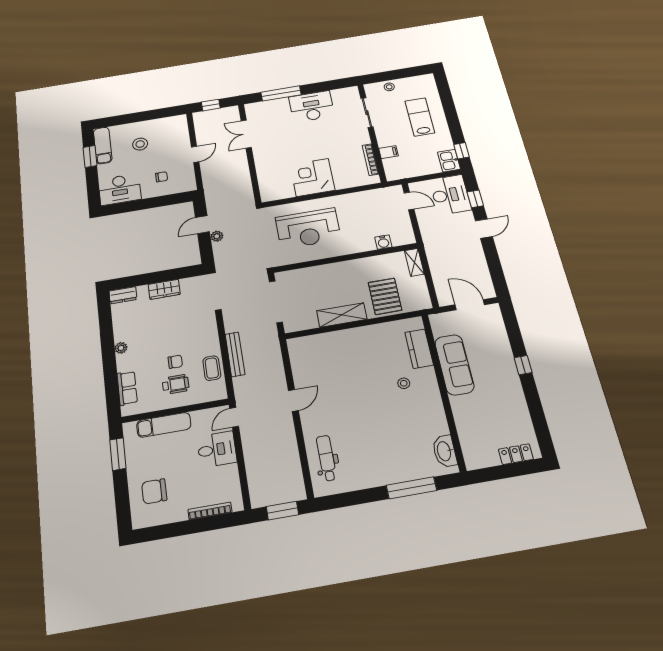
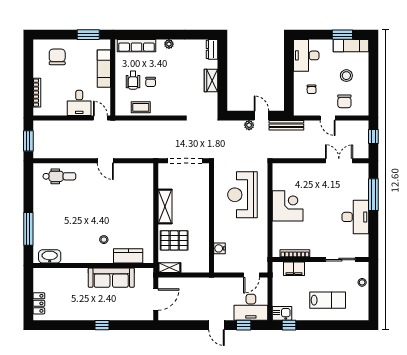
chair: (172, 141) -> (344, 101), added
filing cabinet: (389, 152) -> (294, 269), width x2.00
shelving: (414, 262) -> (169, 268), moved
bench: (235, 354) -> (286, 125), moved
row of seats: (127, 388) -> (137, 46), width x1.48

